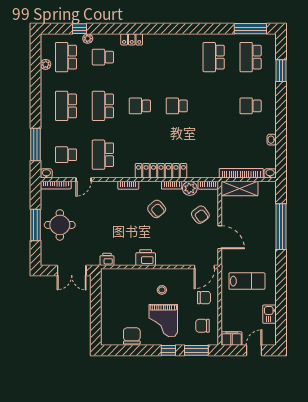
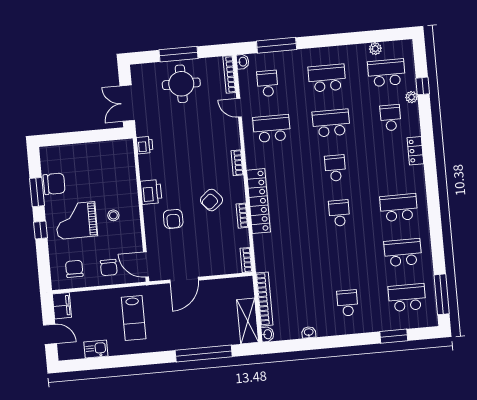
school desk: (177, 57) -> (399, 208), added
plant: (190, 188) -> (240, 238), removed
shelving: (239, 188) -> (248, 321), moved
armchair: (200, 215) -> (173, 219), moved, turned -53
window: (196, 350) -> (37, 192), moved

